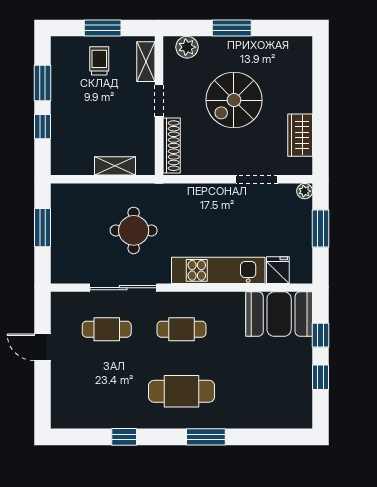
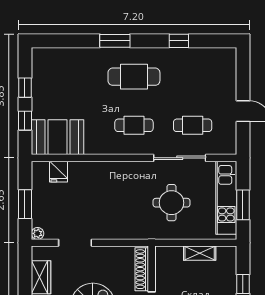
shelving: (115, 166) -> (200, 253), moved
kitchen unit: (218, 270) -> (226, 198), moved, turned 90

